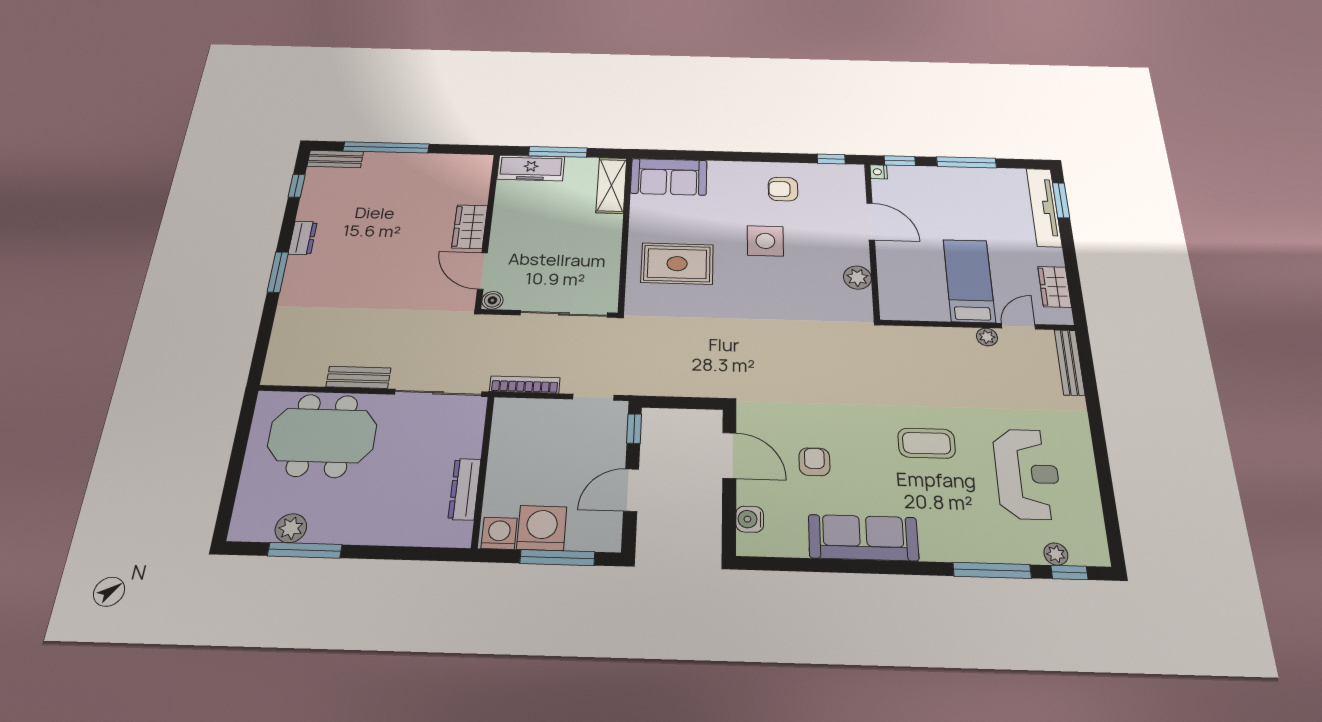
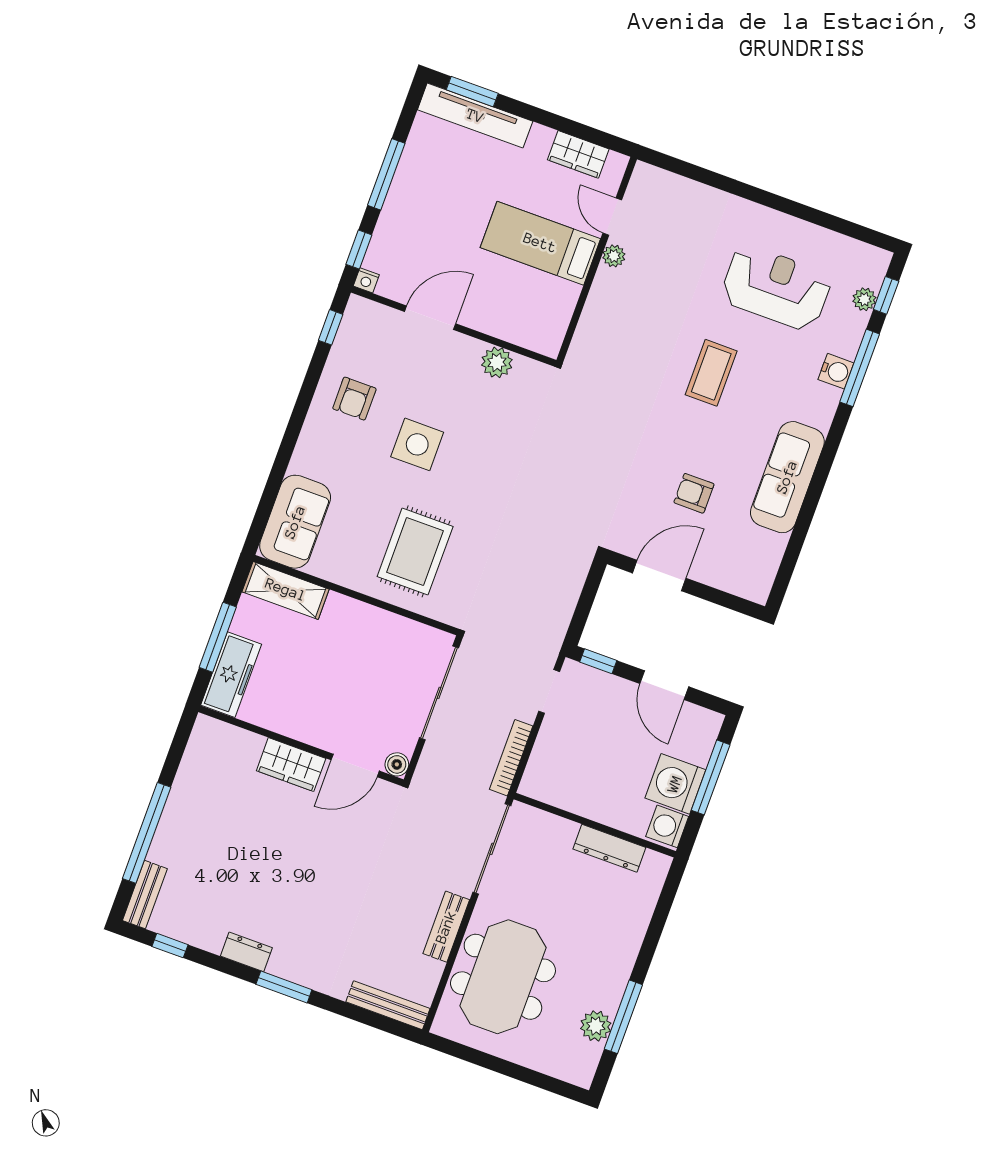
bench: (1070, 362) -> (388, 1005), moved
water cooler: (750, 519) -> (836, 371), moved, turned -90

